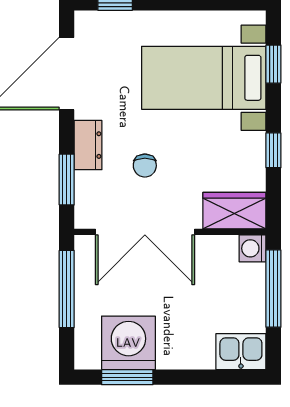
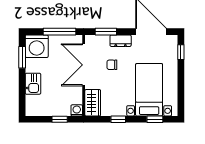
window: (273, 289) -> (60, 119), width x0.46
washing machine: (128, 343) -> (37, 46), moved, turned 90
kitchen sink: (241, 352) -> (33, 84), moved

